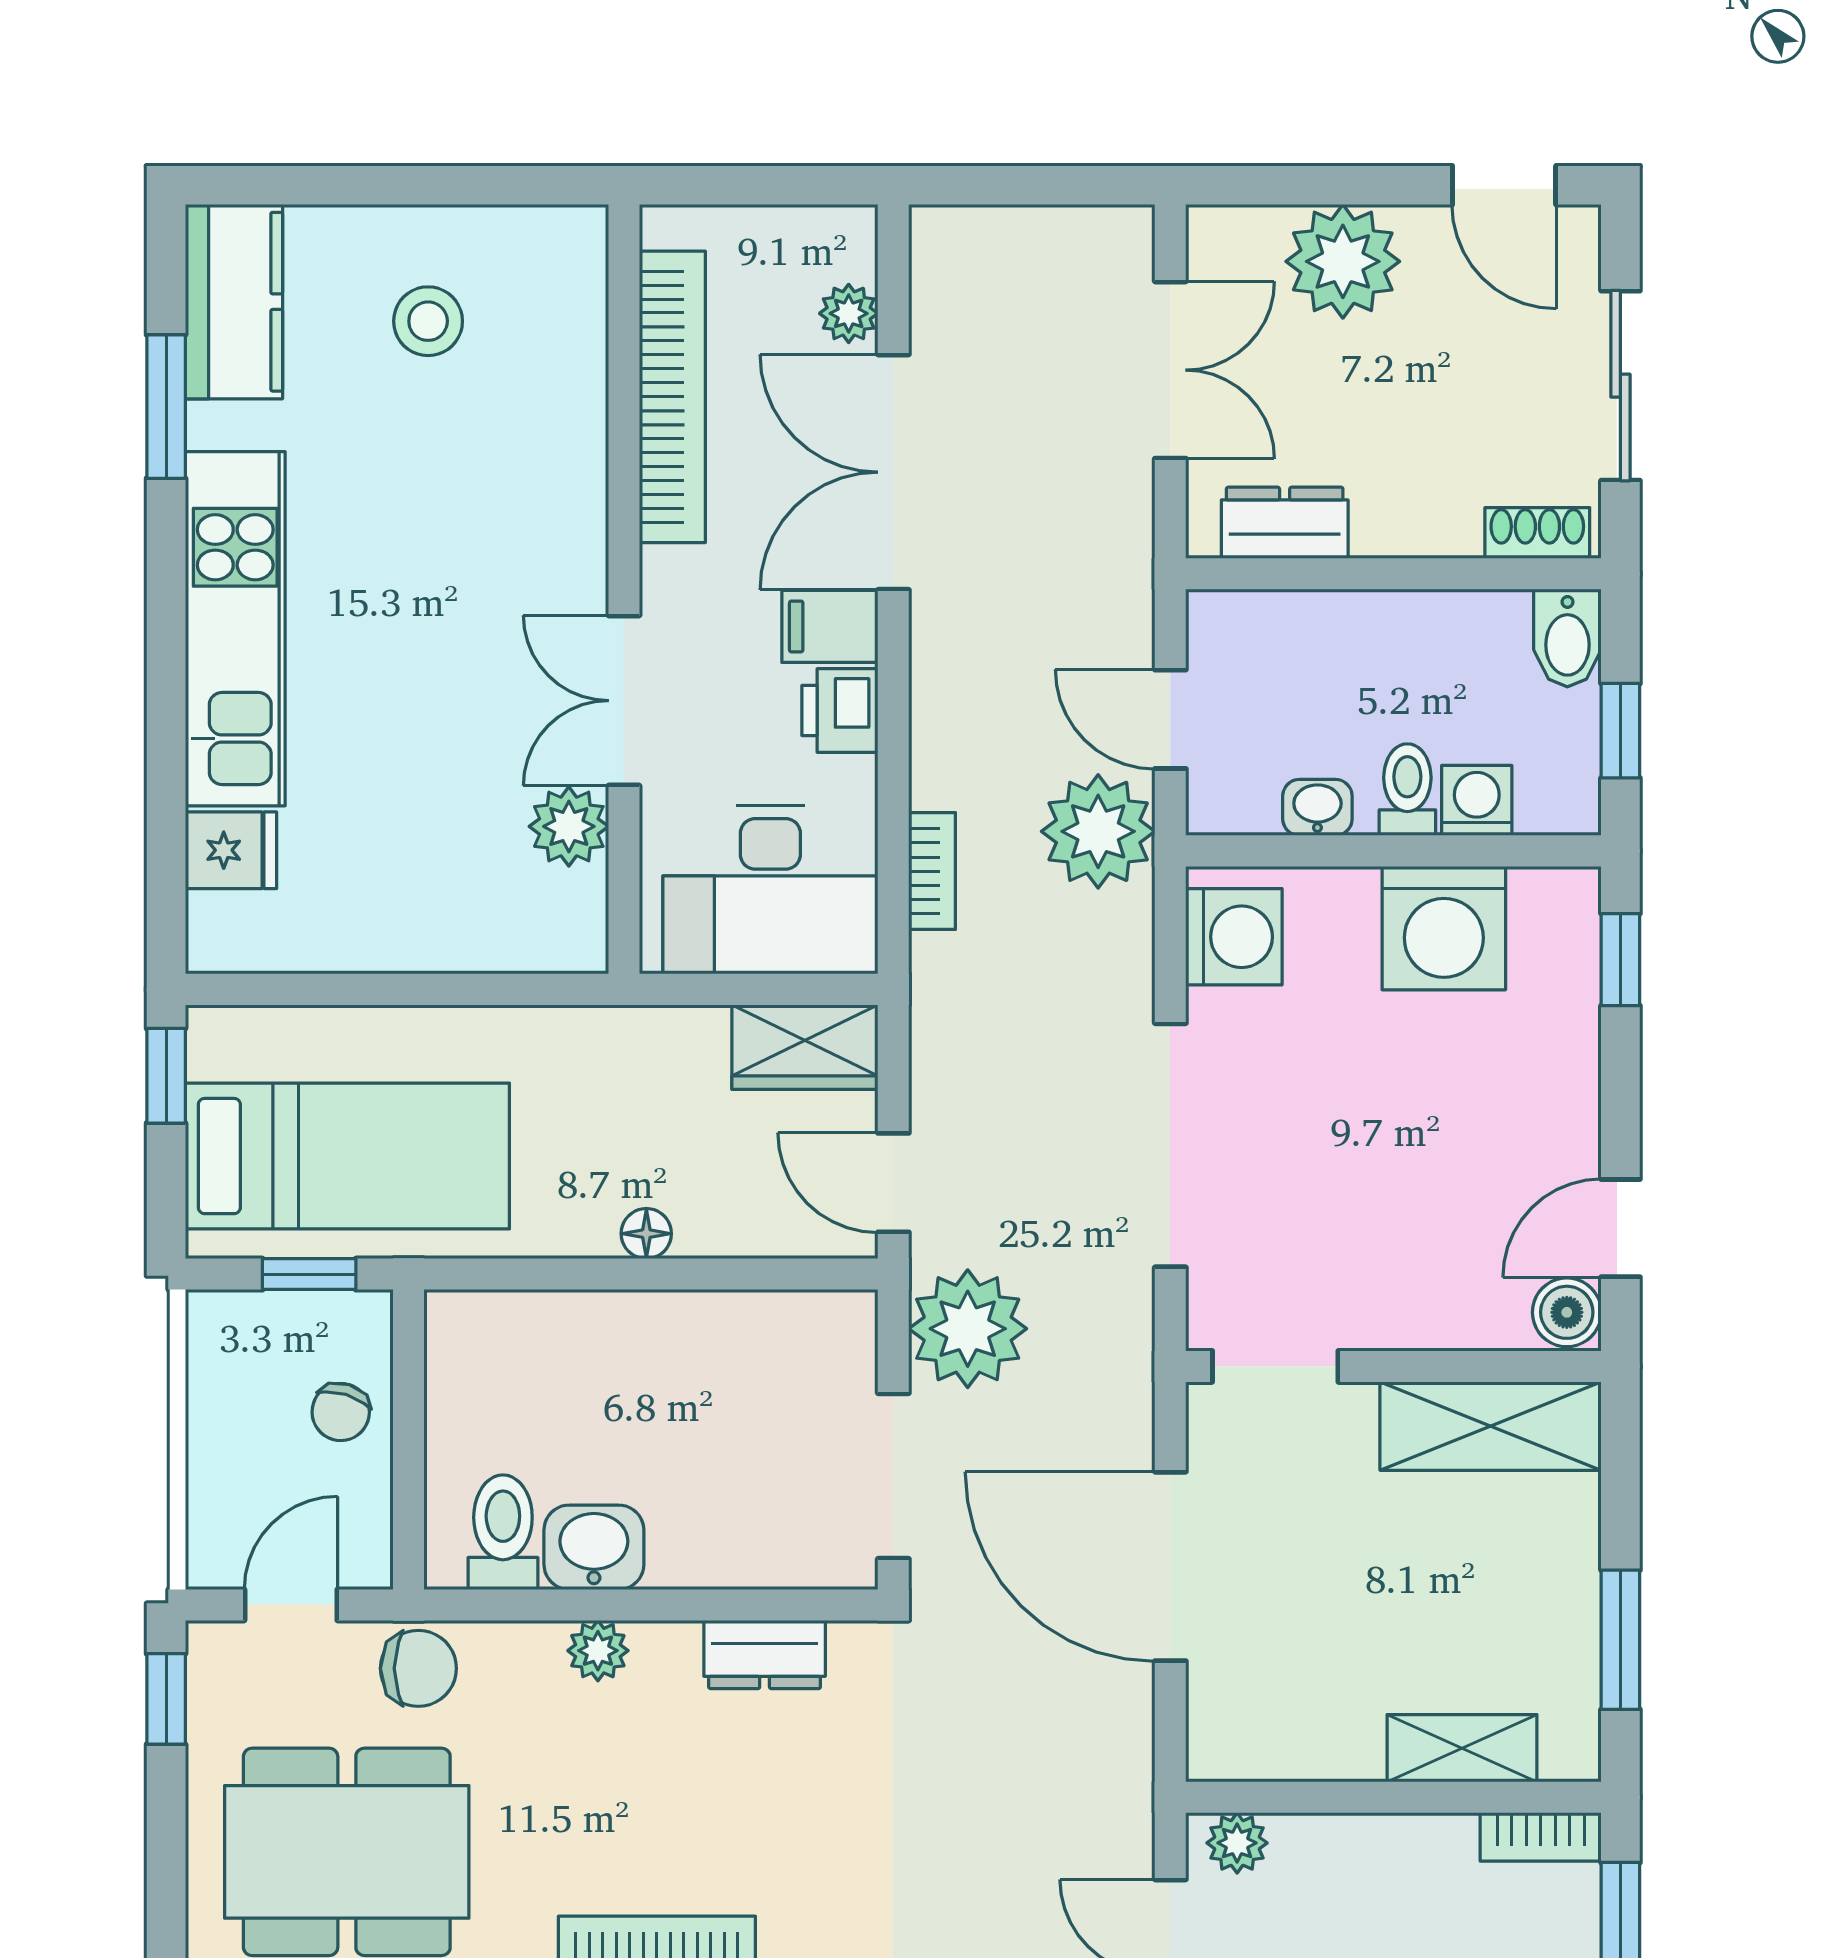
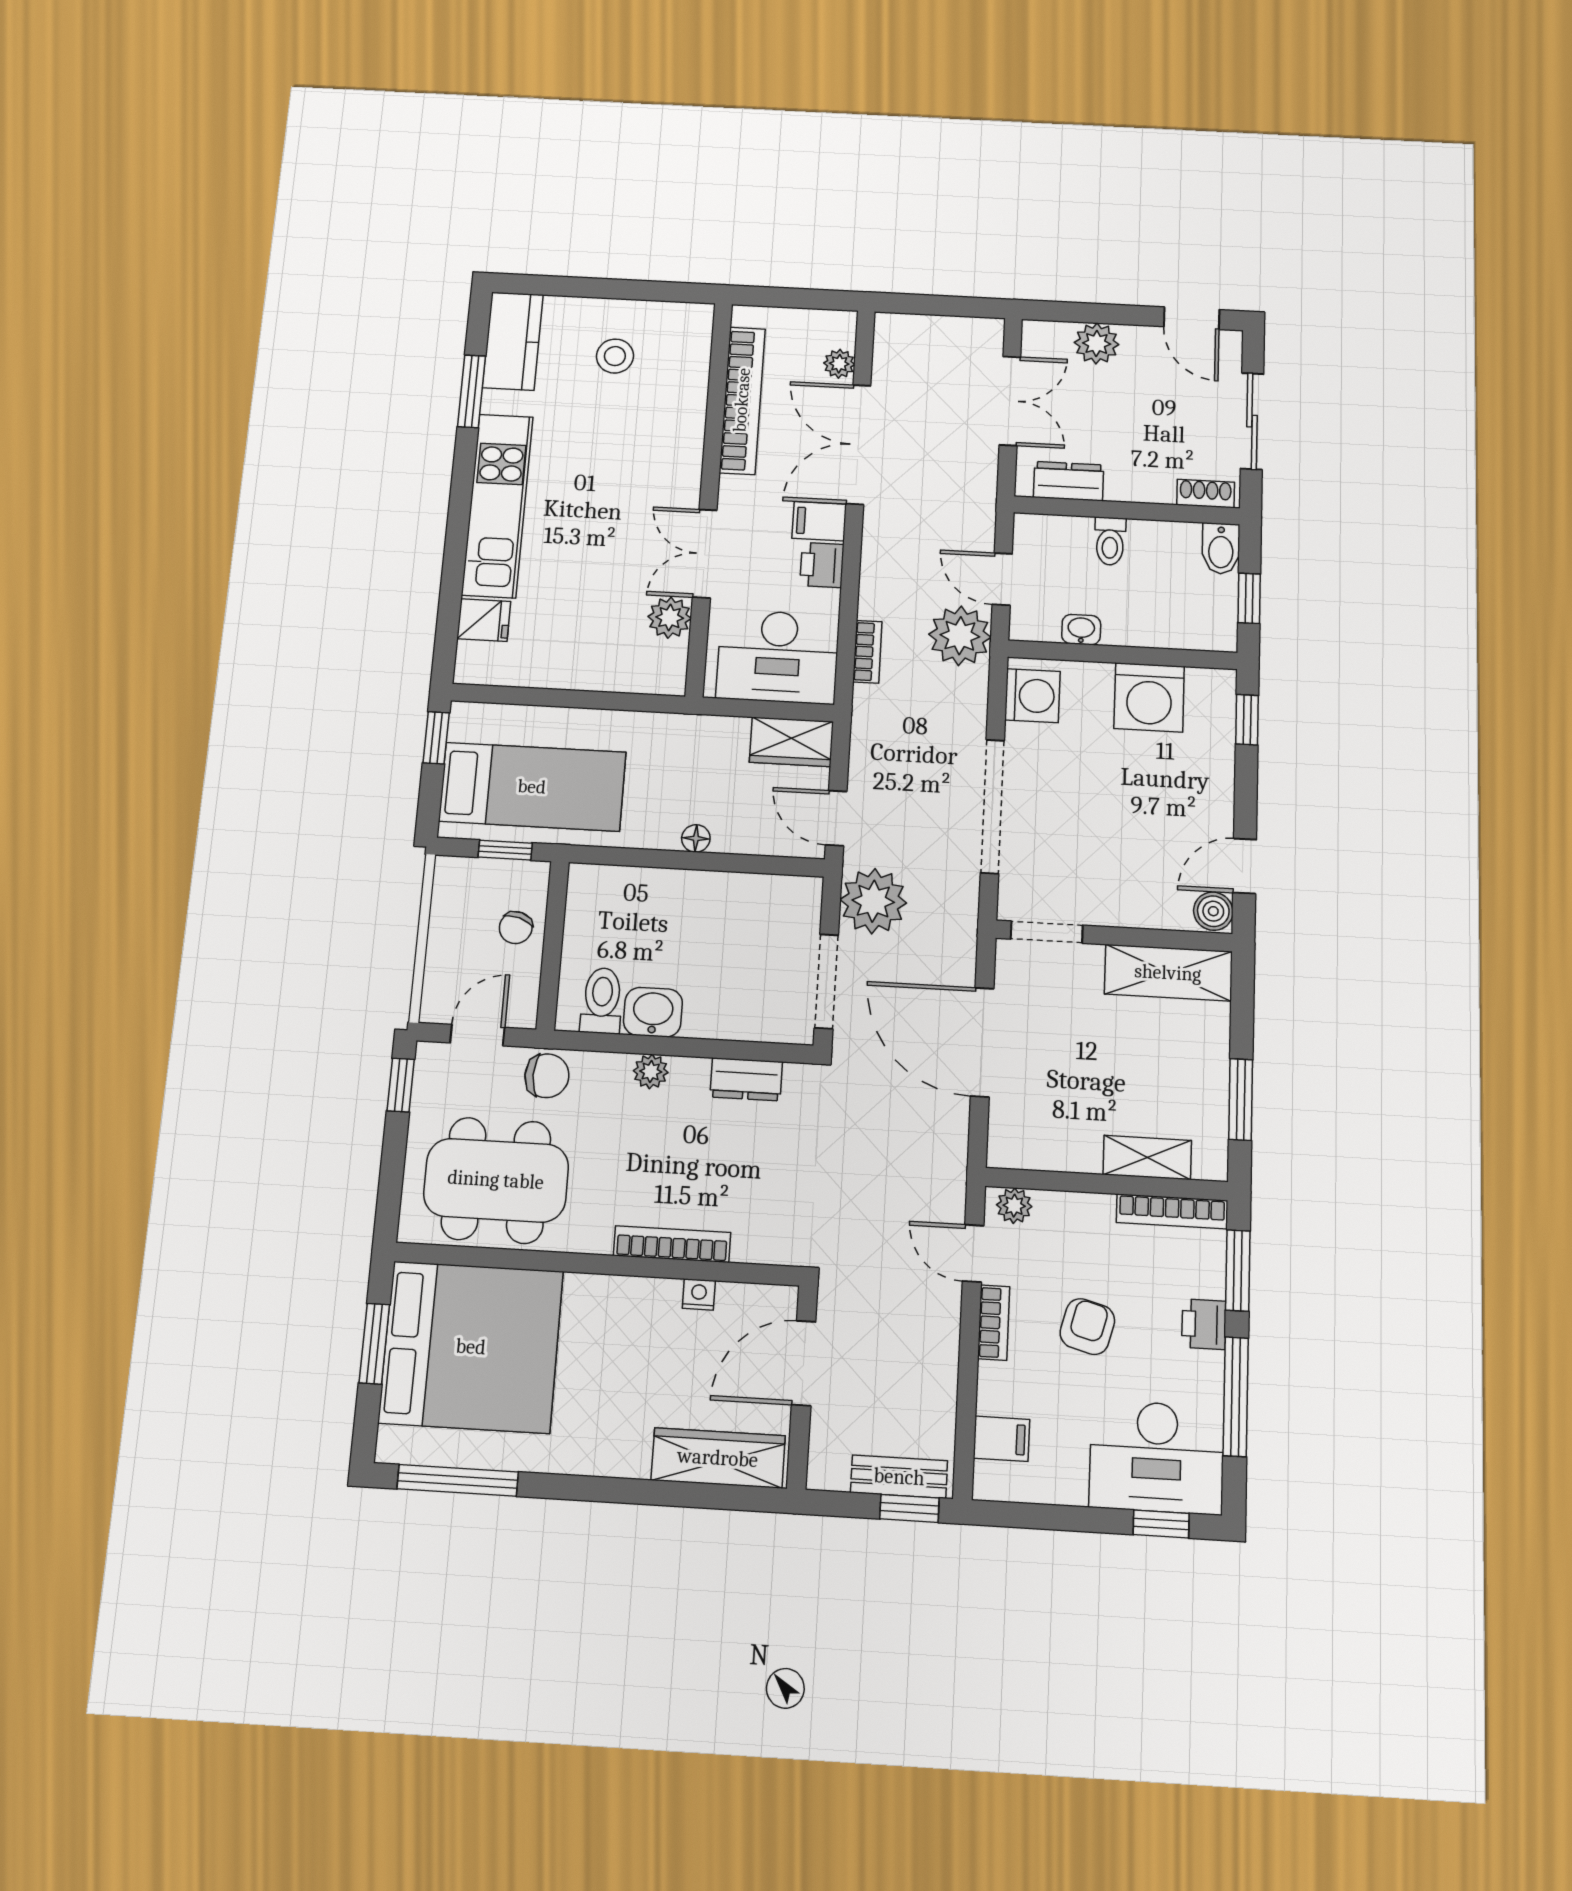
plant: (1343, 261) -> (1097, 343), width x0.73, depth x0.73
toilet: (1407, 790) -> (1110, 541), moved, turned 180
washing machine: (1477, 800) -> (1169, 631), removed
bookcase: (1541, 1837) -> (1172, 1211), width x1.56

